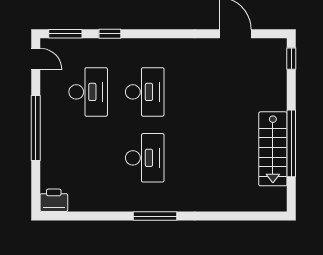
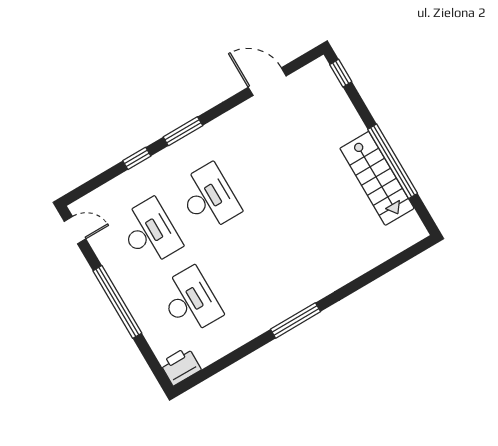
window: (65, 34) -> (183, 131), moved
desk: (145, 158) -> (190, 301), moved

